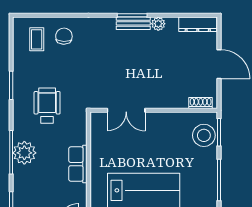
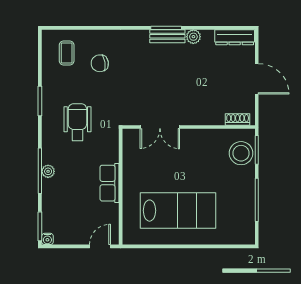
chair: (64, 36) -> (100, 63), moved, turned -101
plant: (24, 153) -> (48, 171), width x0.53, depth x0.53

